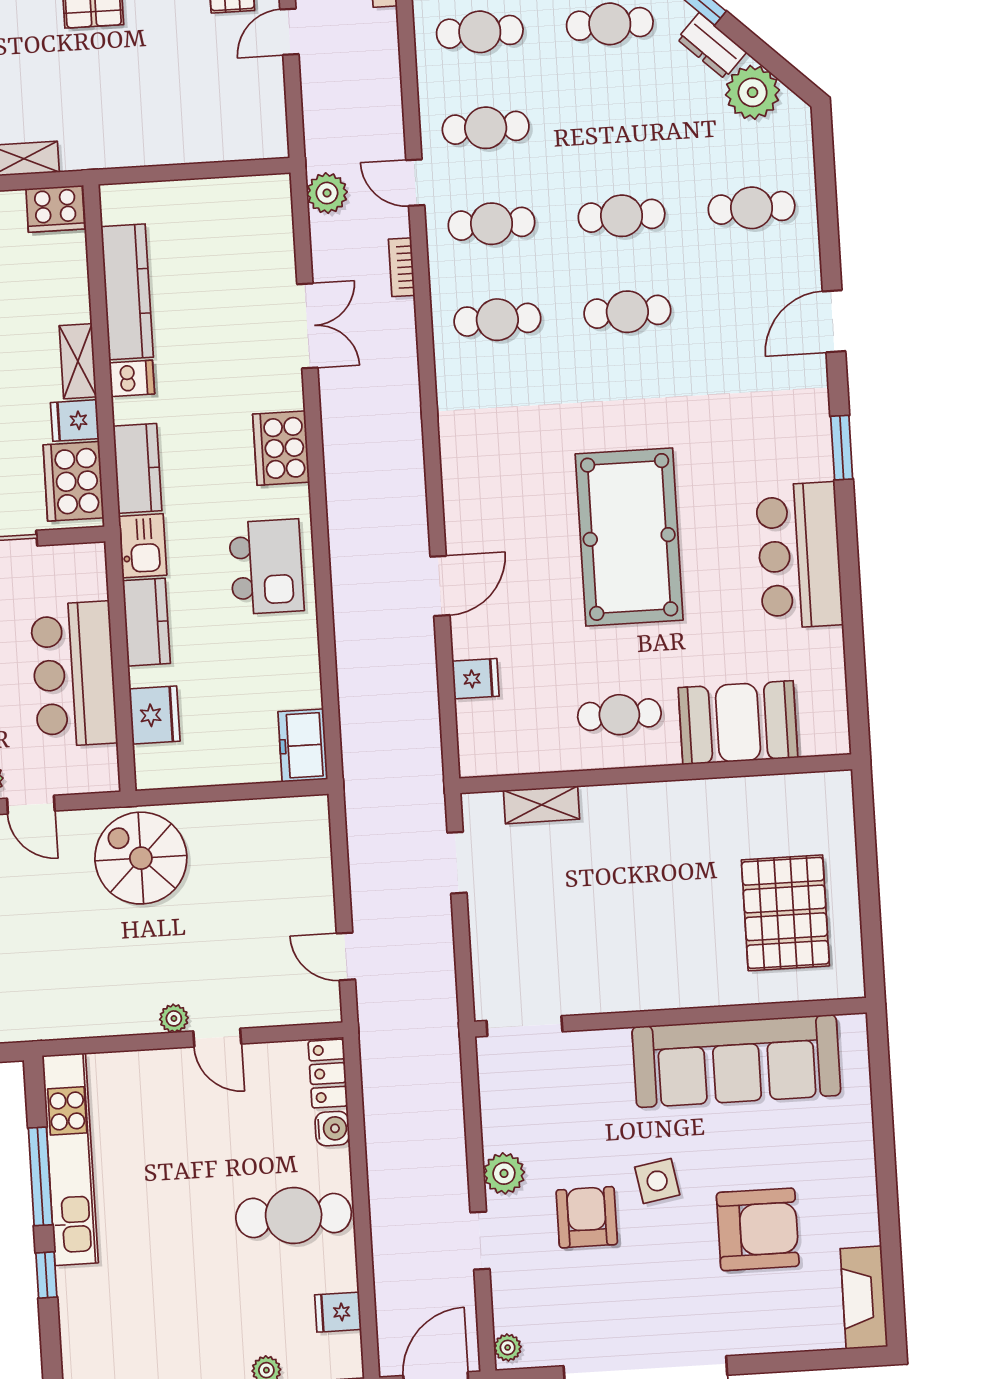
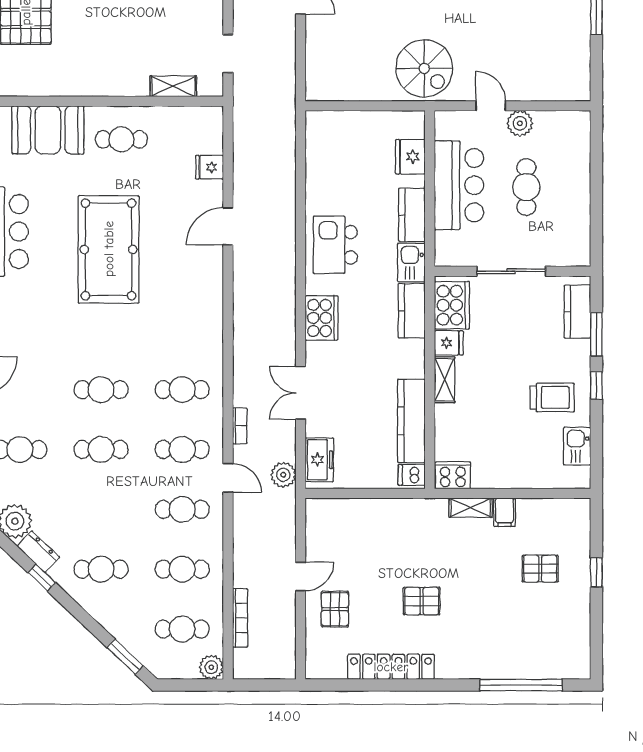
dishwasher: (132, 378) -> (412, 475), moved
freezer: (303, 745) -> (319, 460), moved

